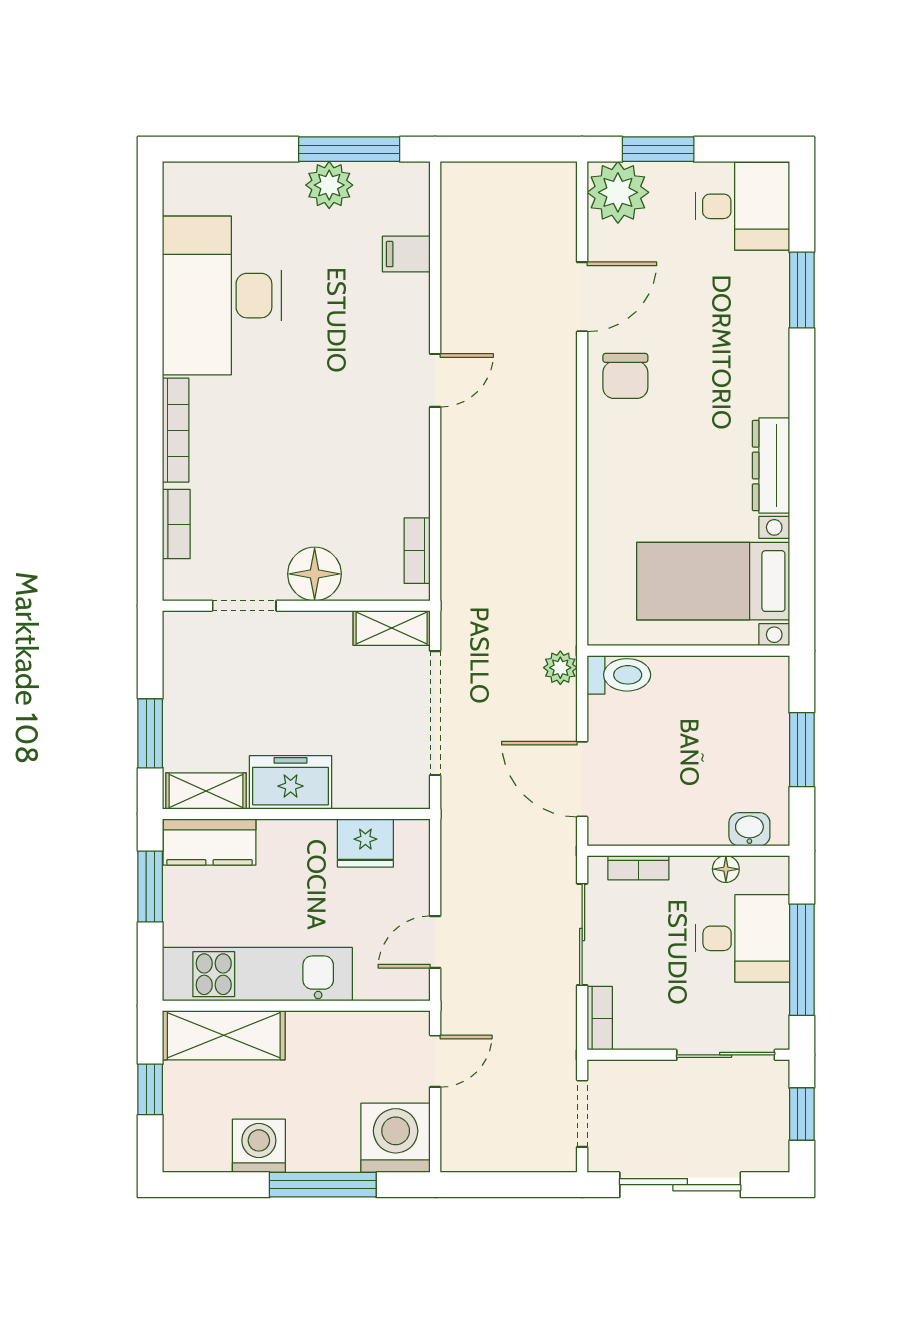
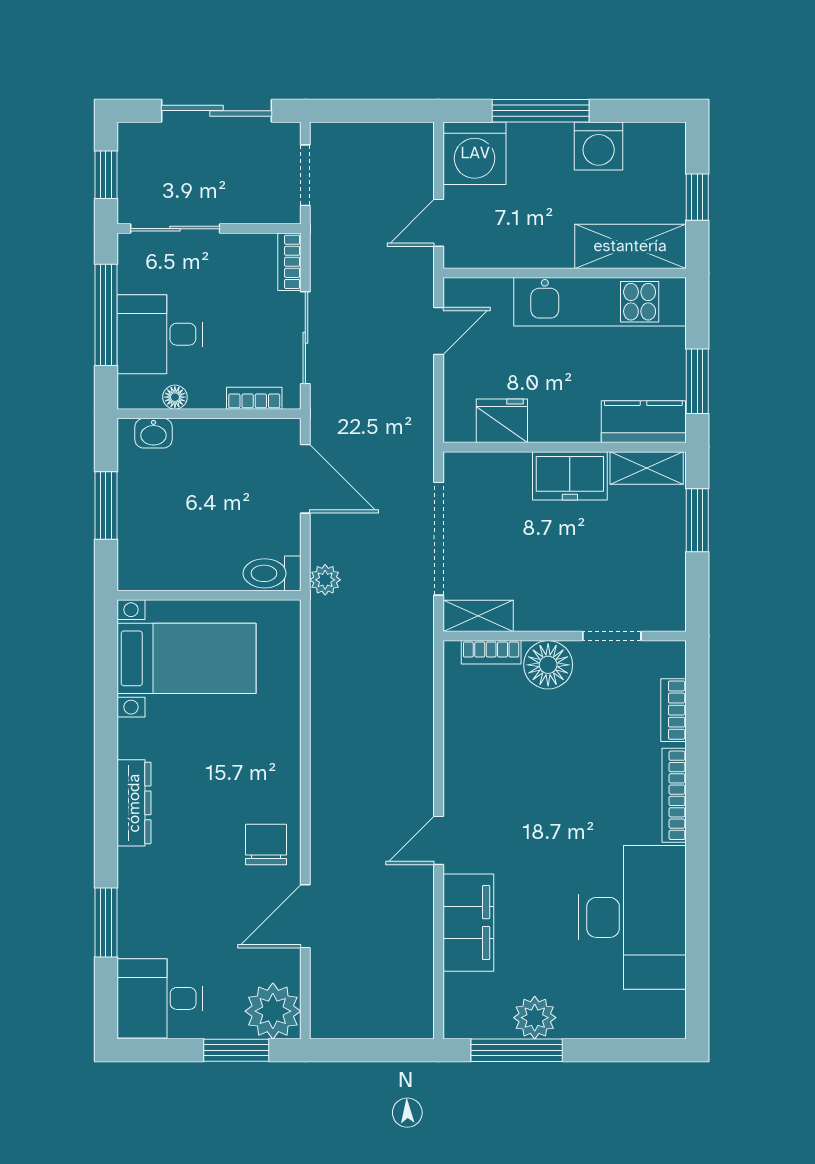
filing cabinet: (406, 254) -> (468, 923), width x3.00, depth x1.17
dresser: (771, 466) -> (134, 803), moved
bookcase: (417, 551) -> (491, 652), moved, turned 90

